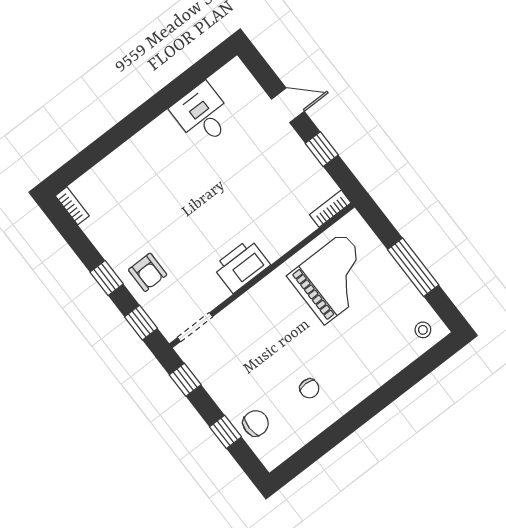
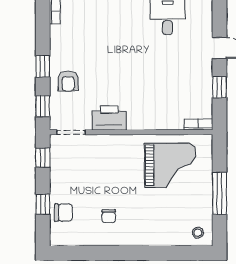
printer: (242, 266) -> (109, 118), moved

